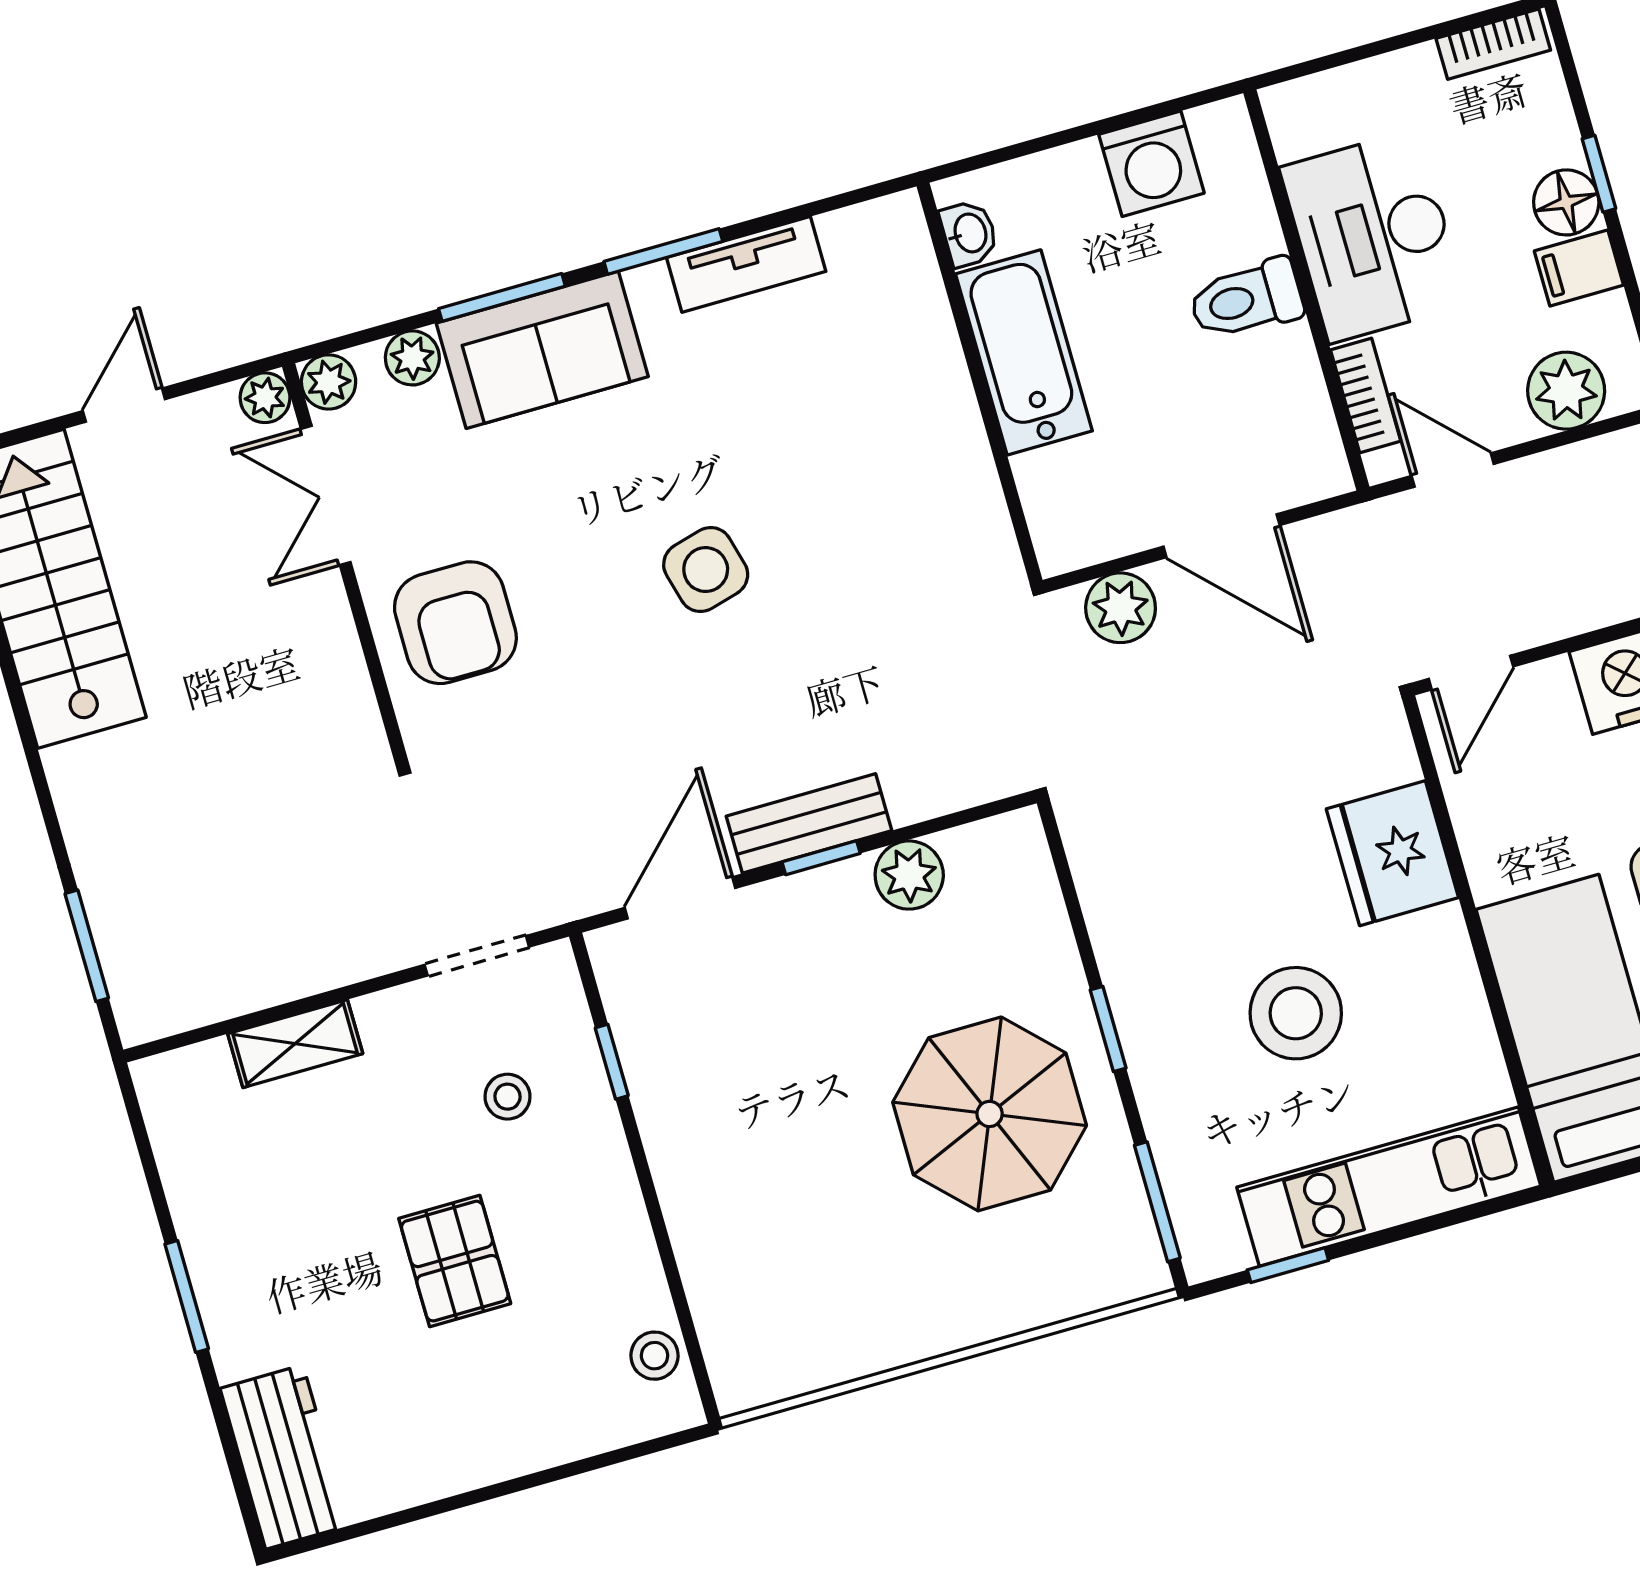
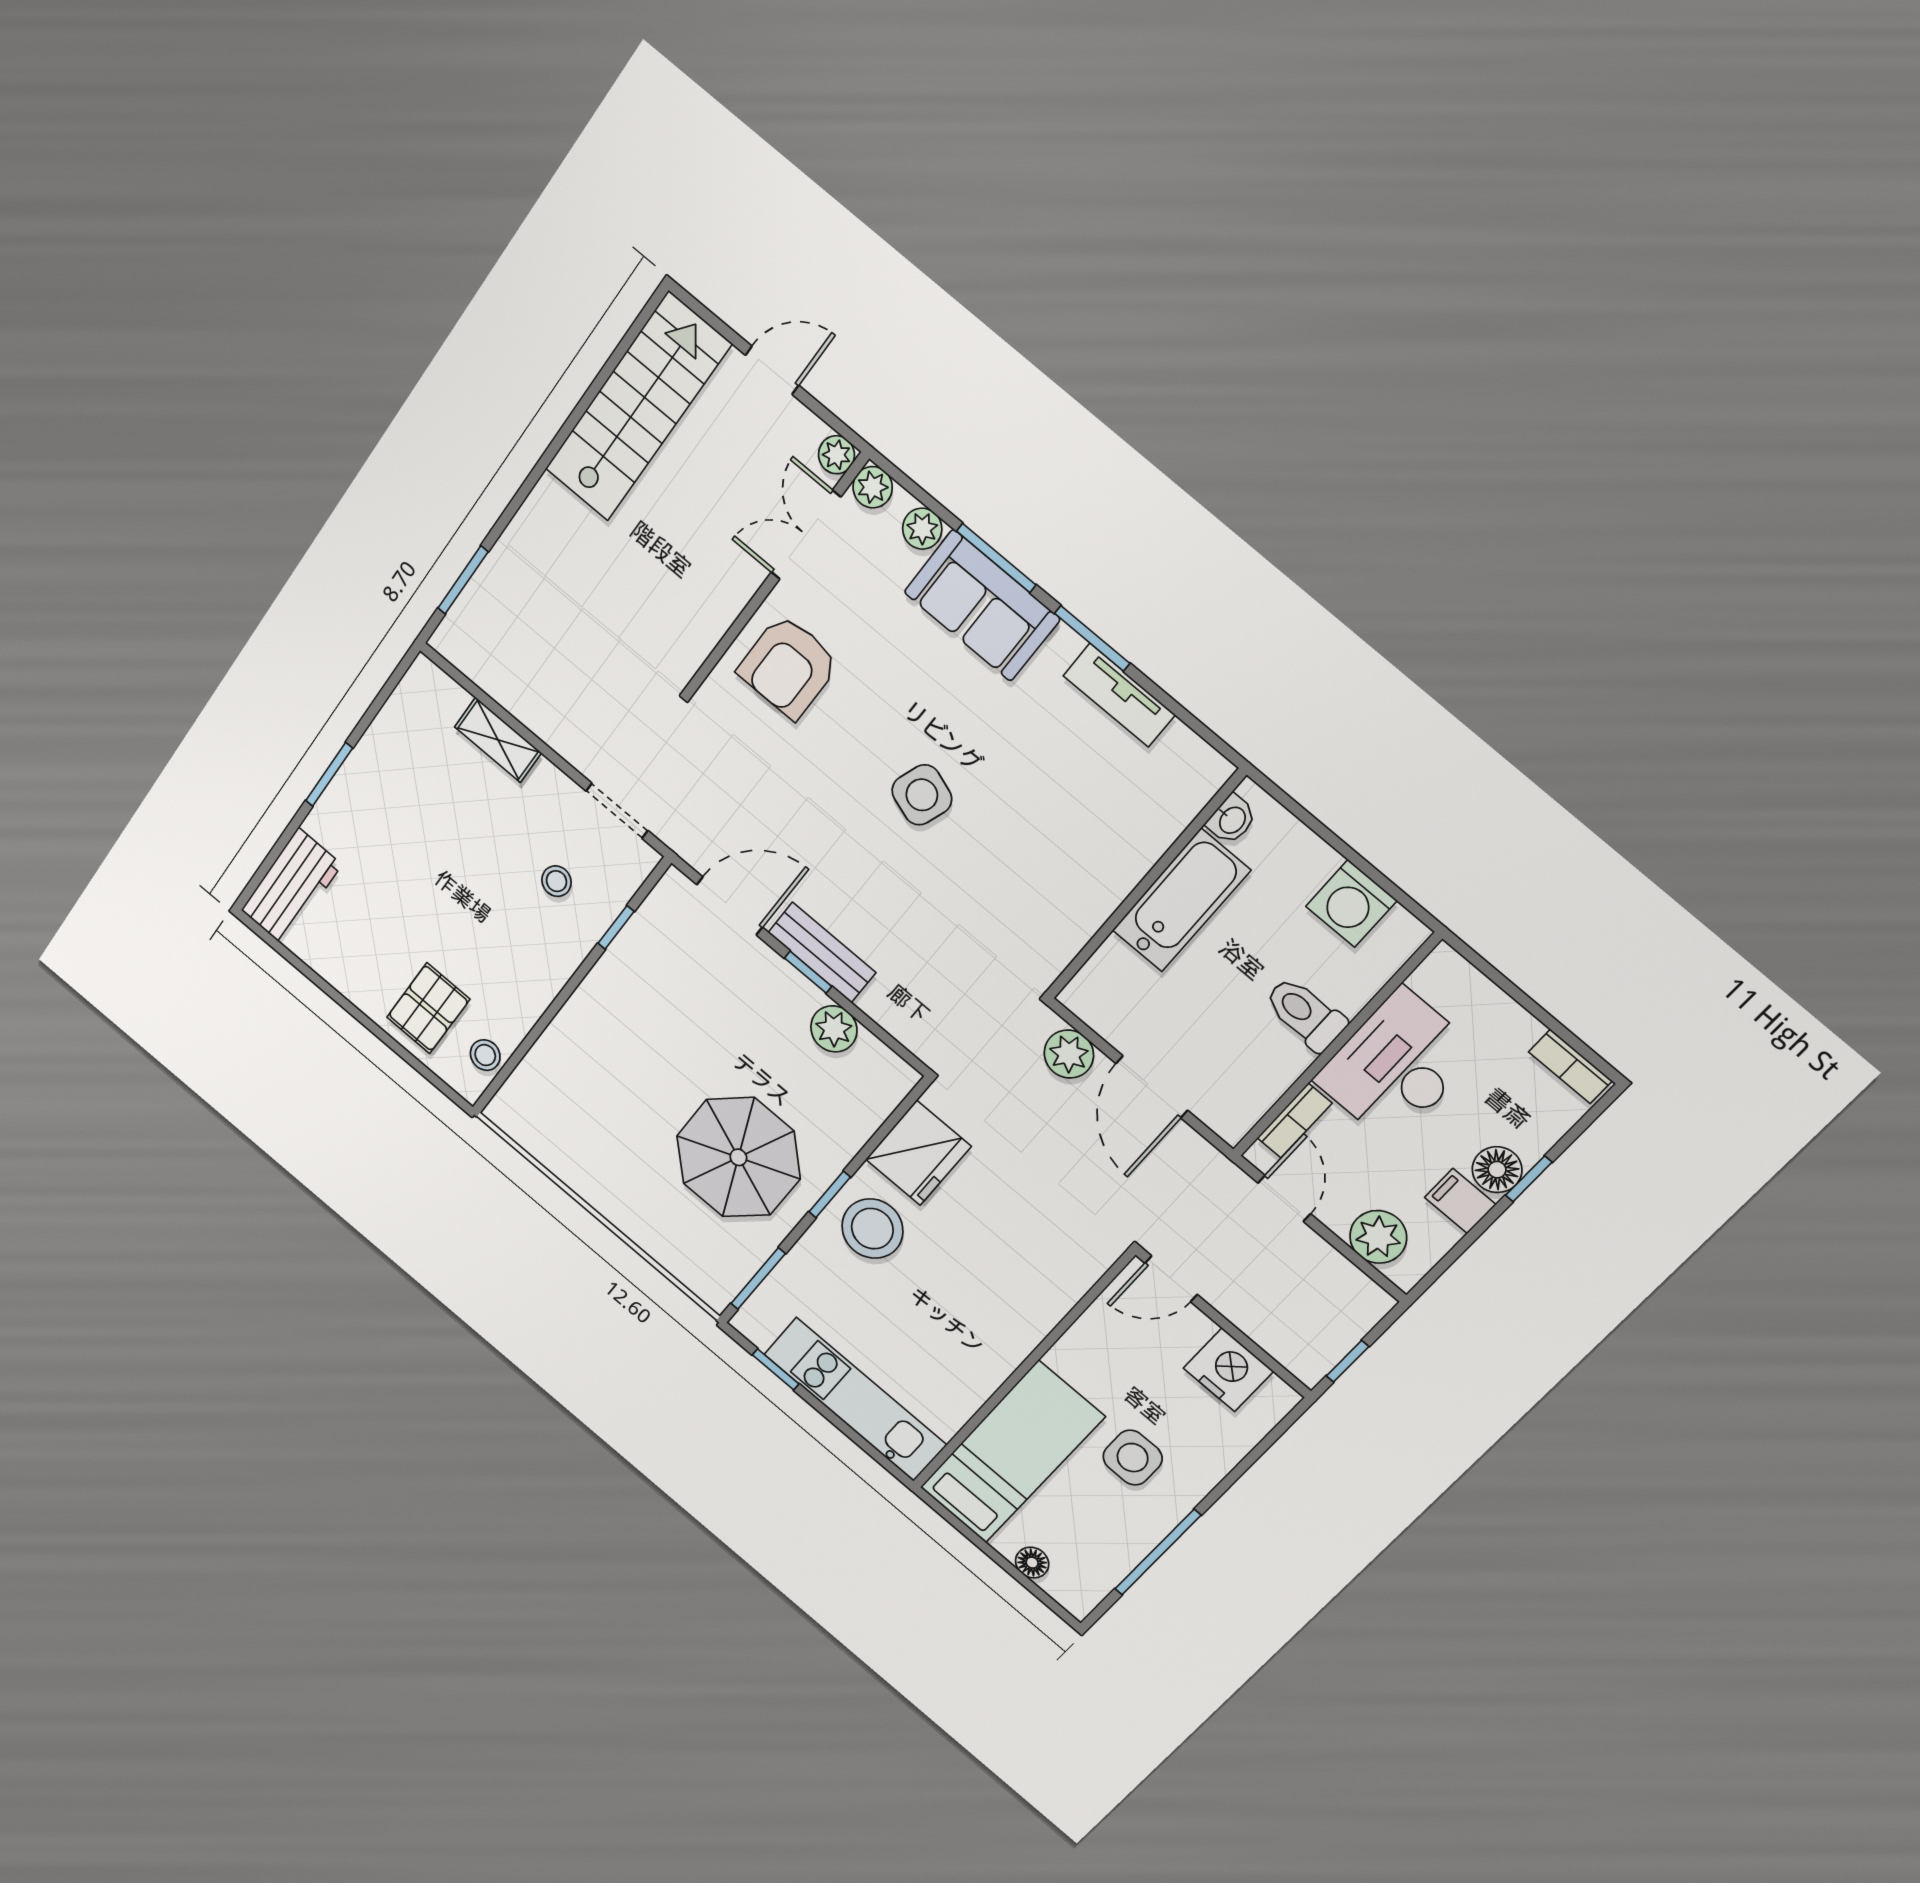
side table: (706, 570) -> (922, 795), turned 34
fridge: (1392, 853) -> (918, 1153), moved, turned 180
stool: (1296, 1013) -> (872, 1229), moved
pallet: (455, 1261) -> (428, 1008), moved

